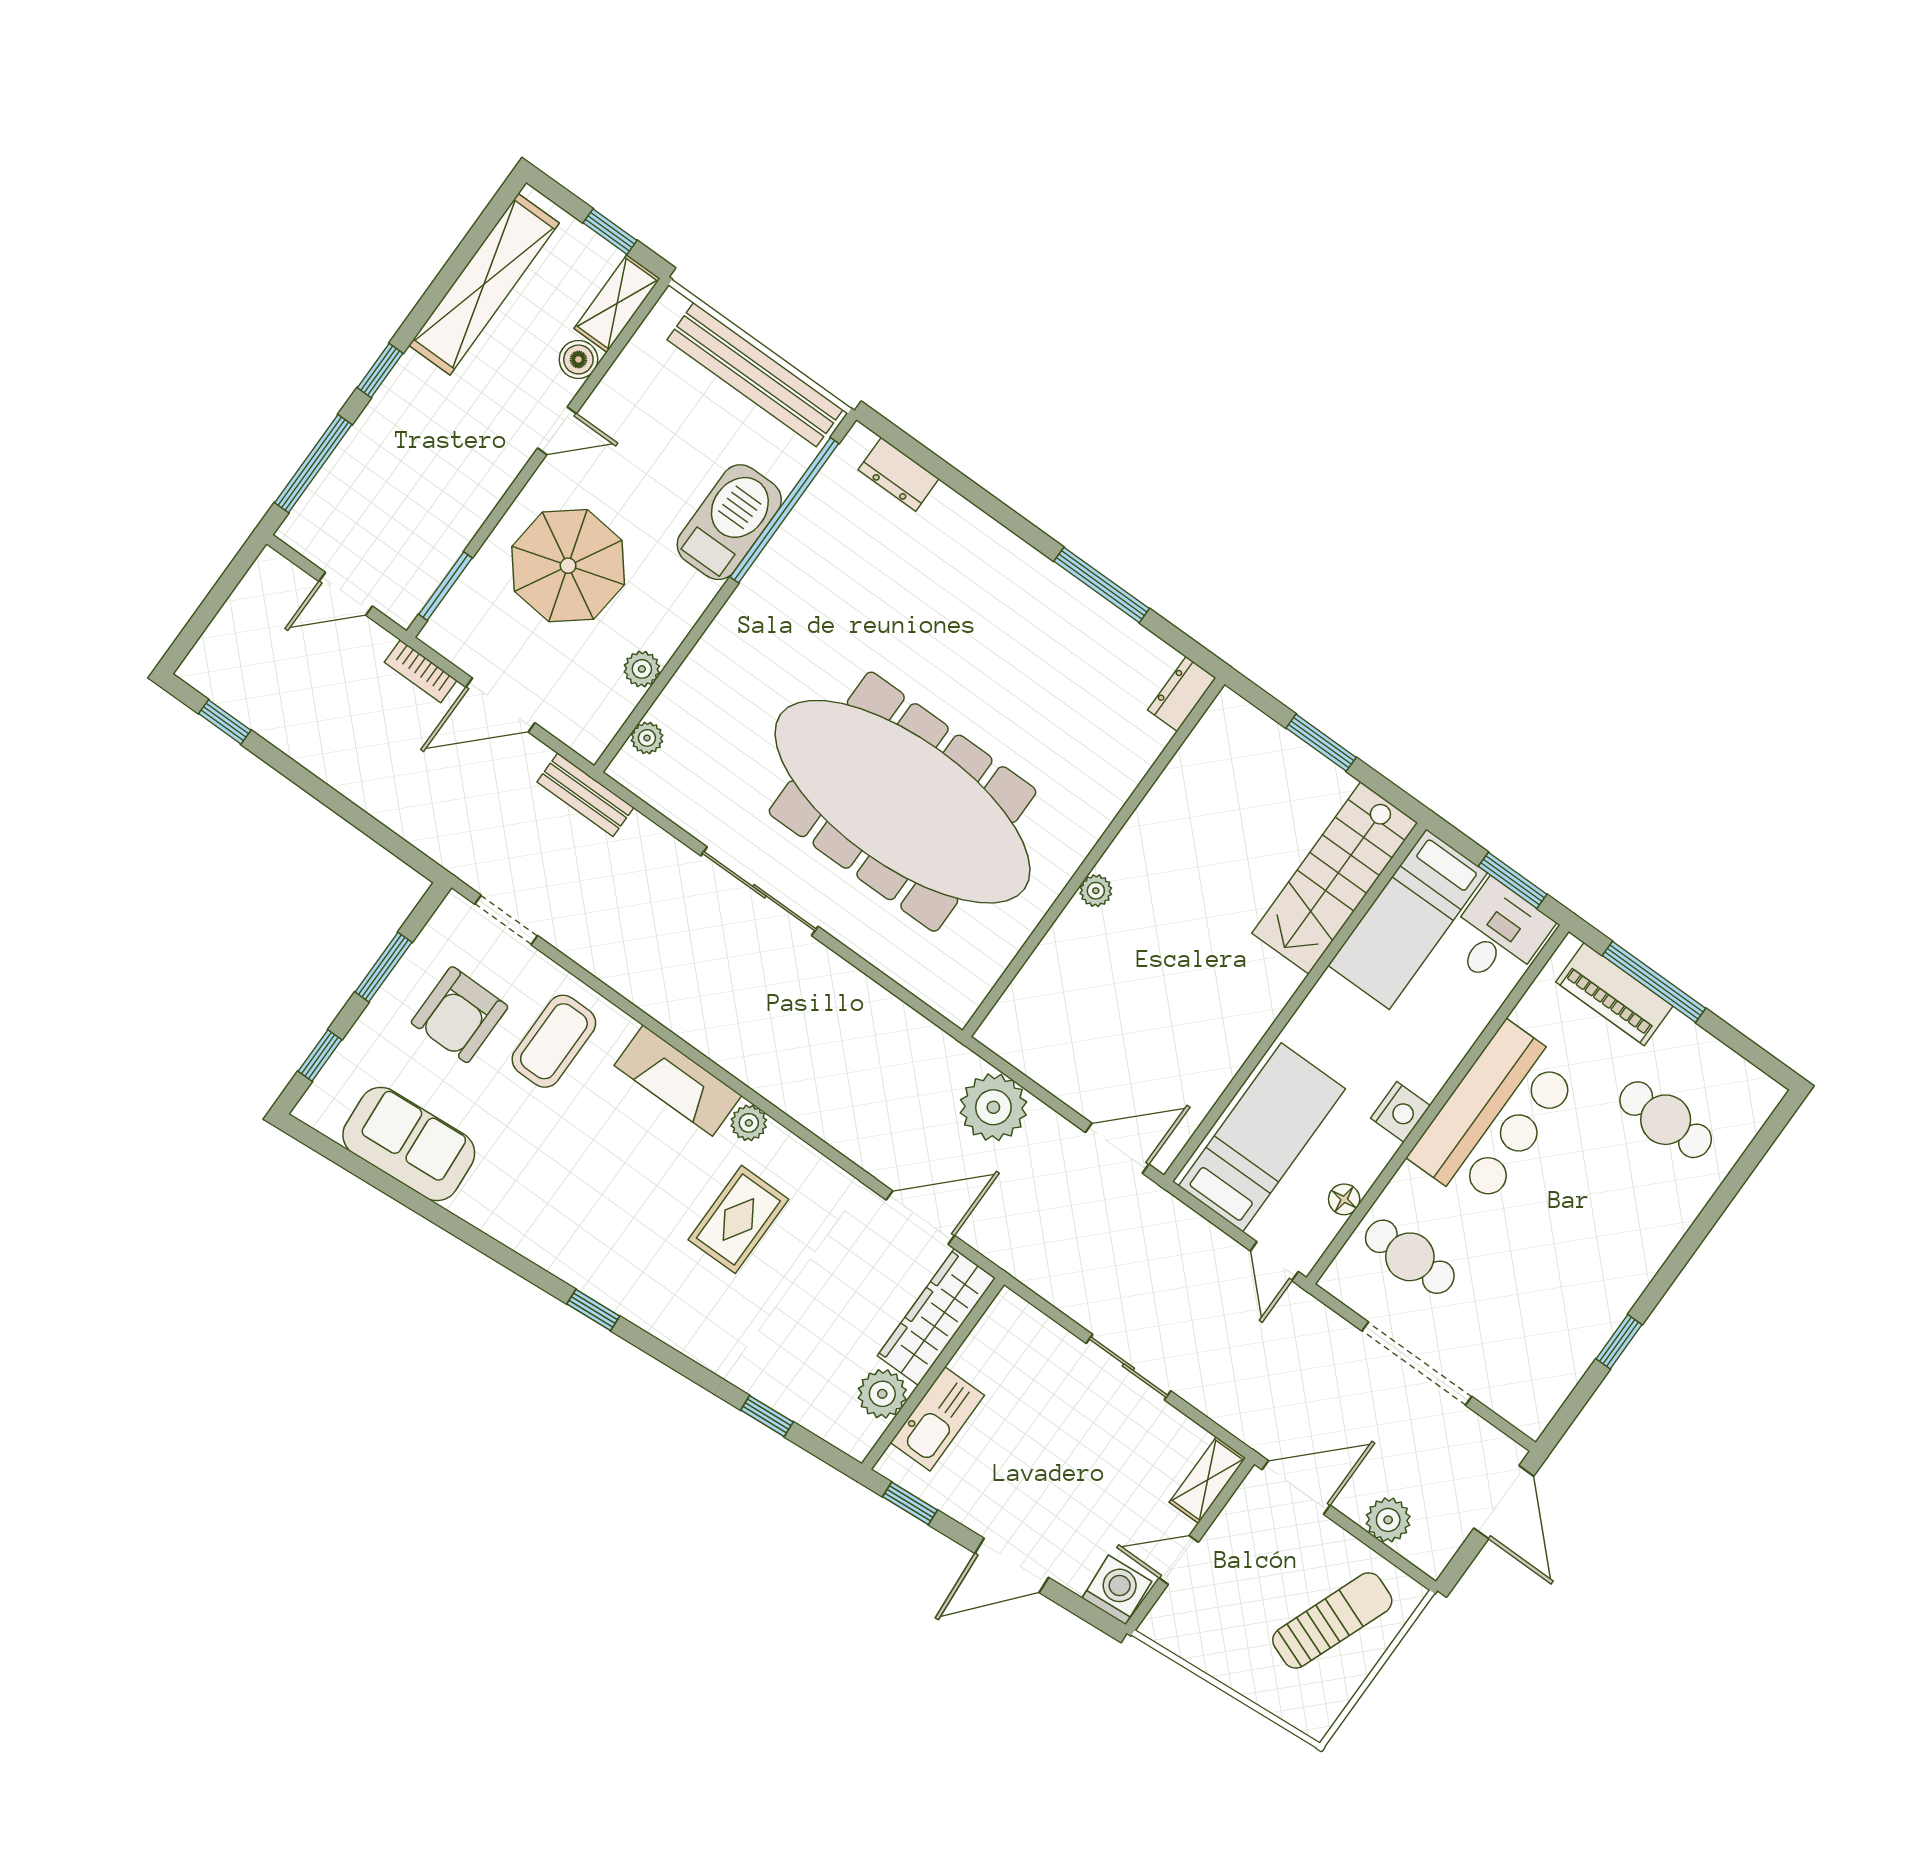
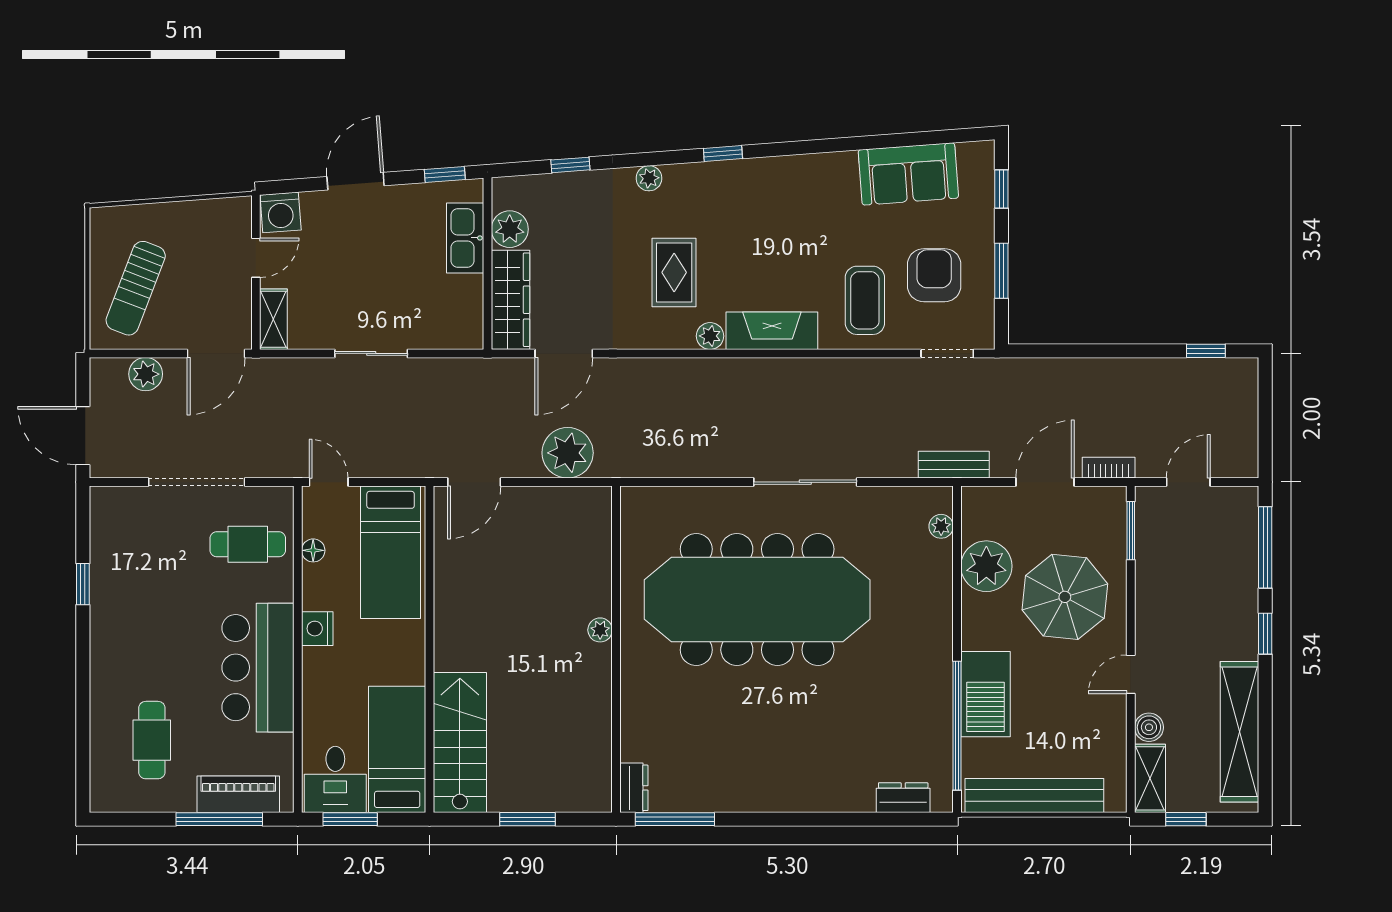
window: (1102, 585) -> (675, 819), moved
plant: (642, 669) -> (986, 566), width x1.87, depth x1.87
cafe table: (1666, 1120) -> (152, 740), turned 90
plant: (692, 1341) -> (649, 178), added

